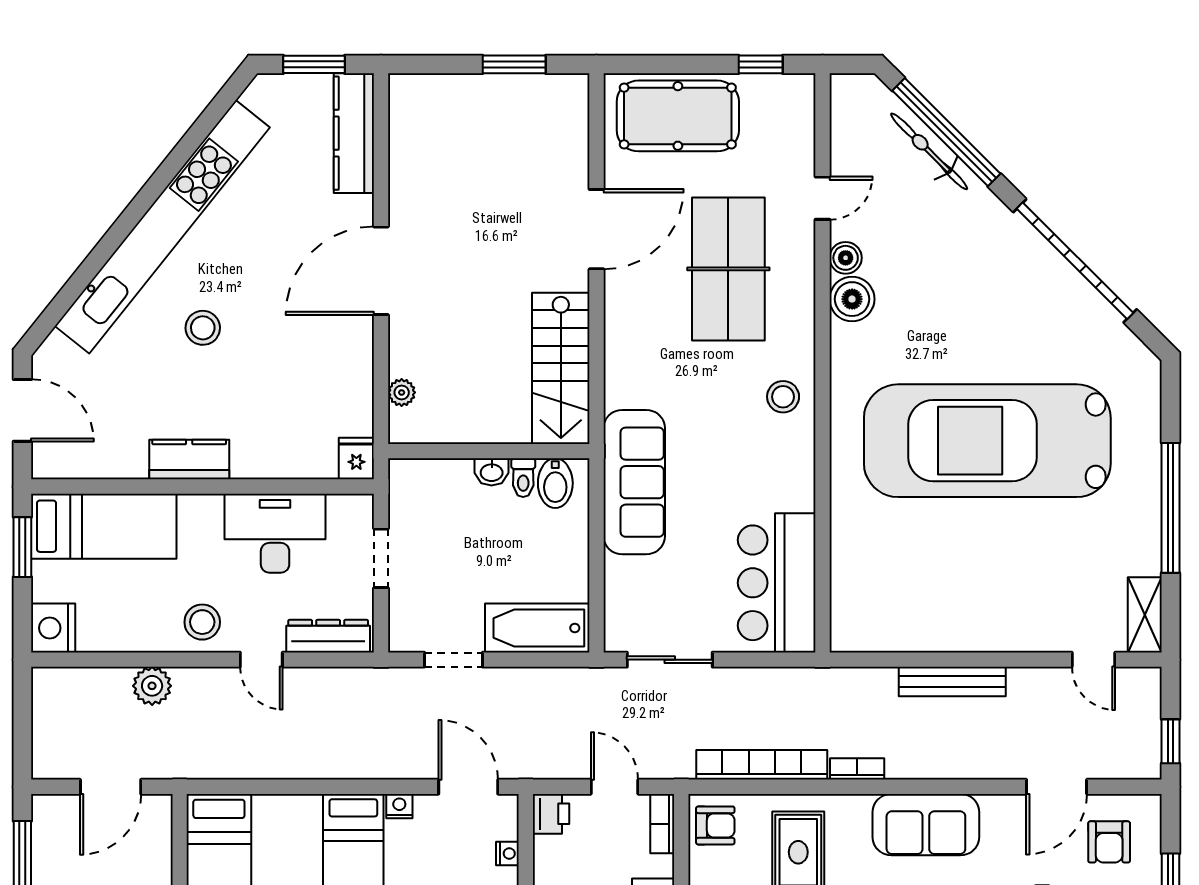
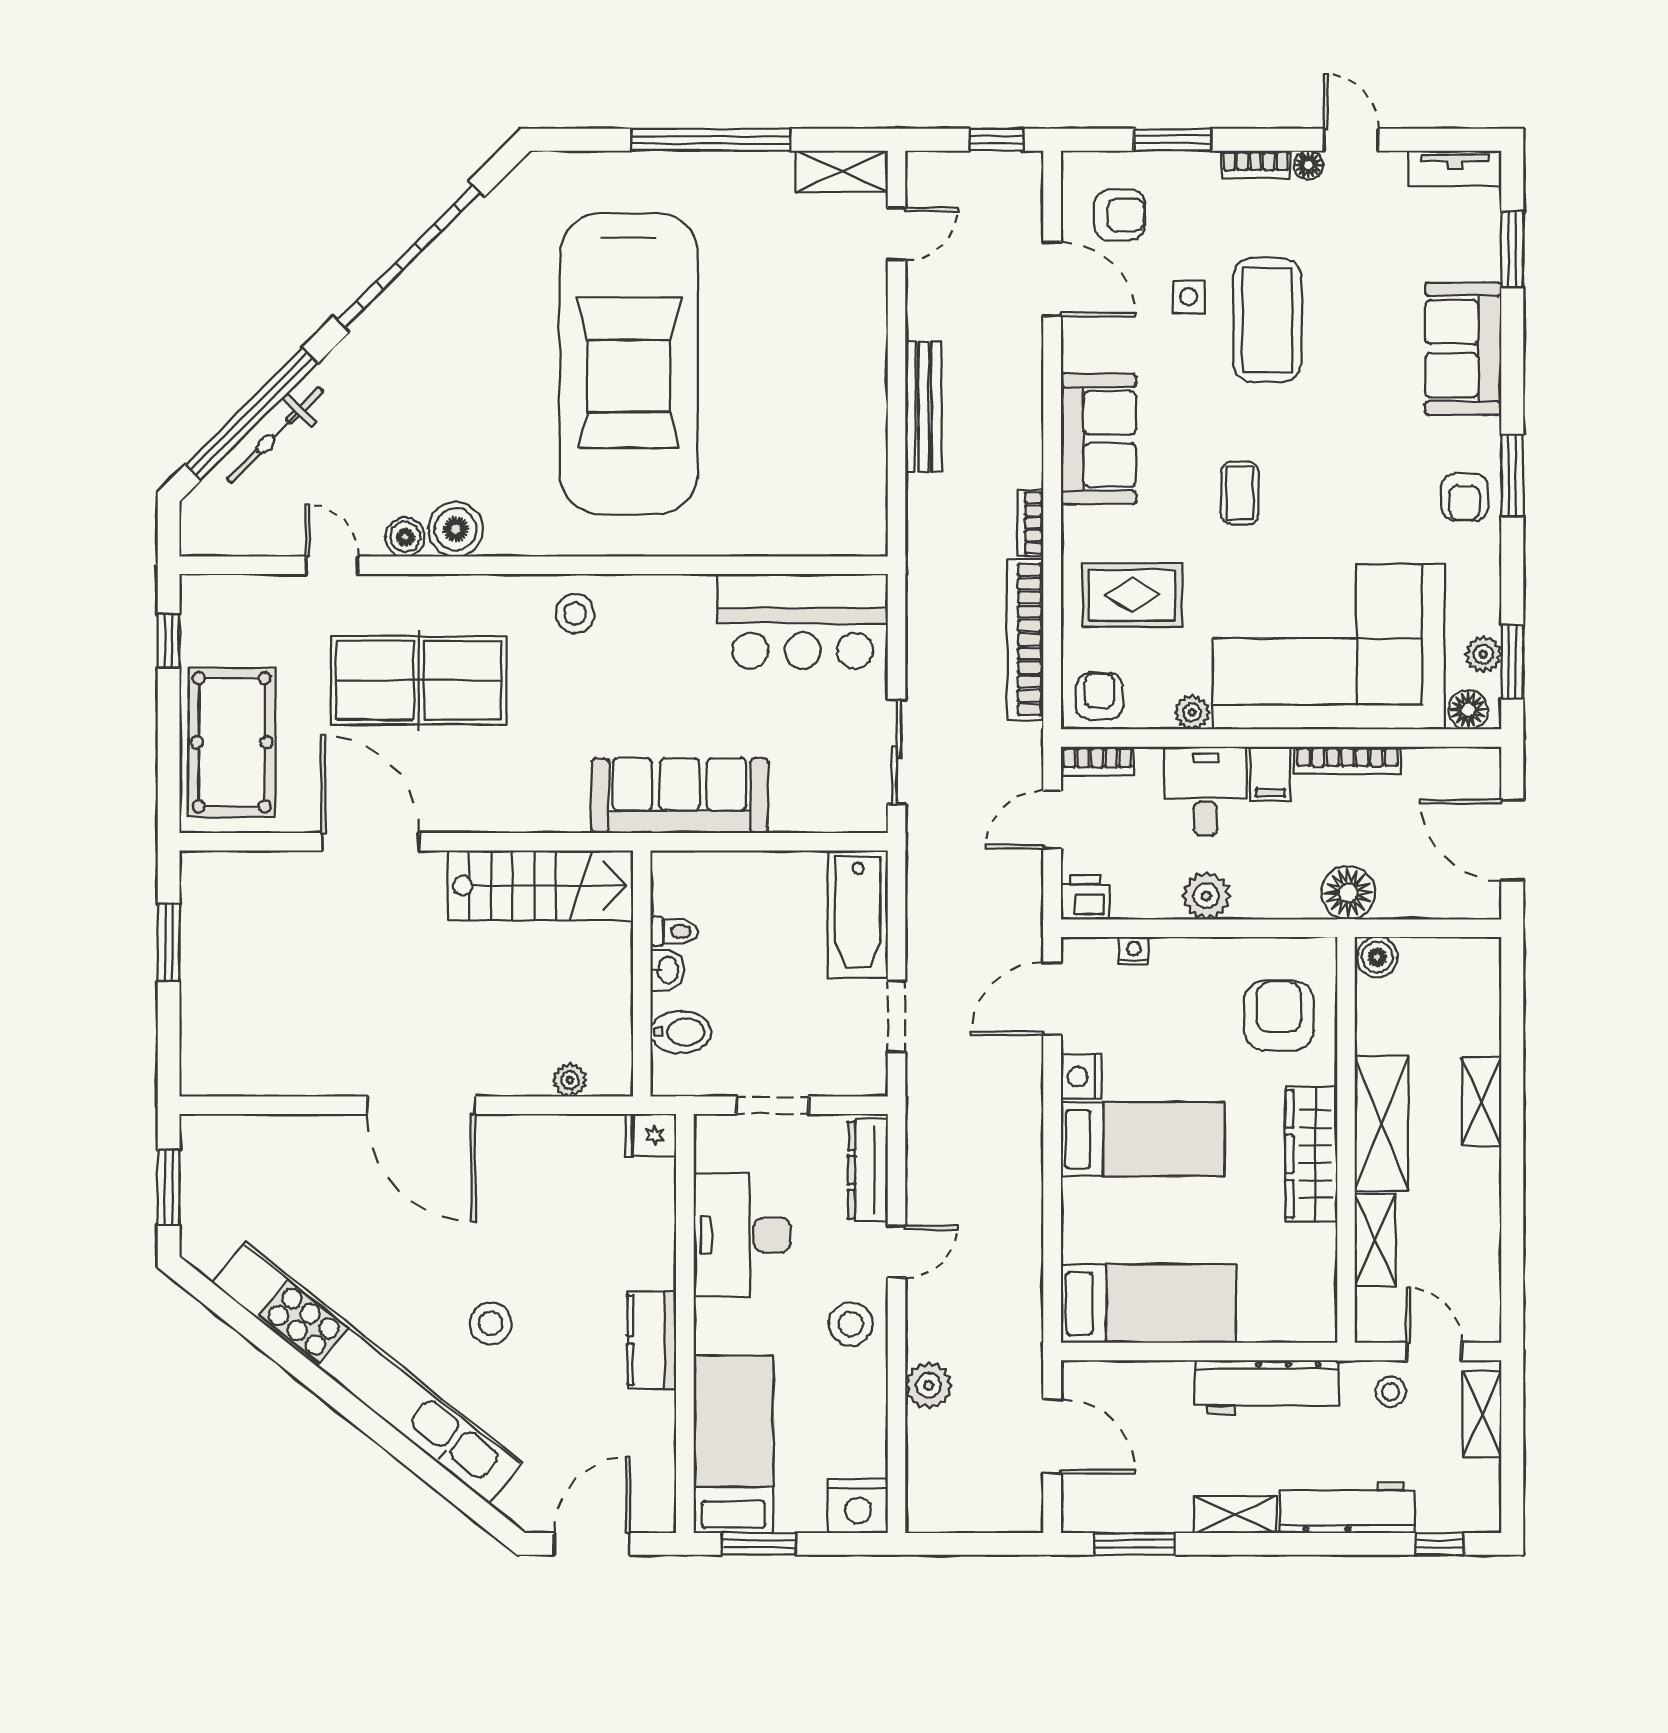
kitchen counter: (354, 133) -> (253, 1138), removed
bidet: (555, 483) -> (681, 1032), moved
nightstand: (399, 806) -> (1081, 1077), width x1.39, depth x1.35

